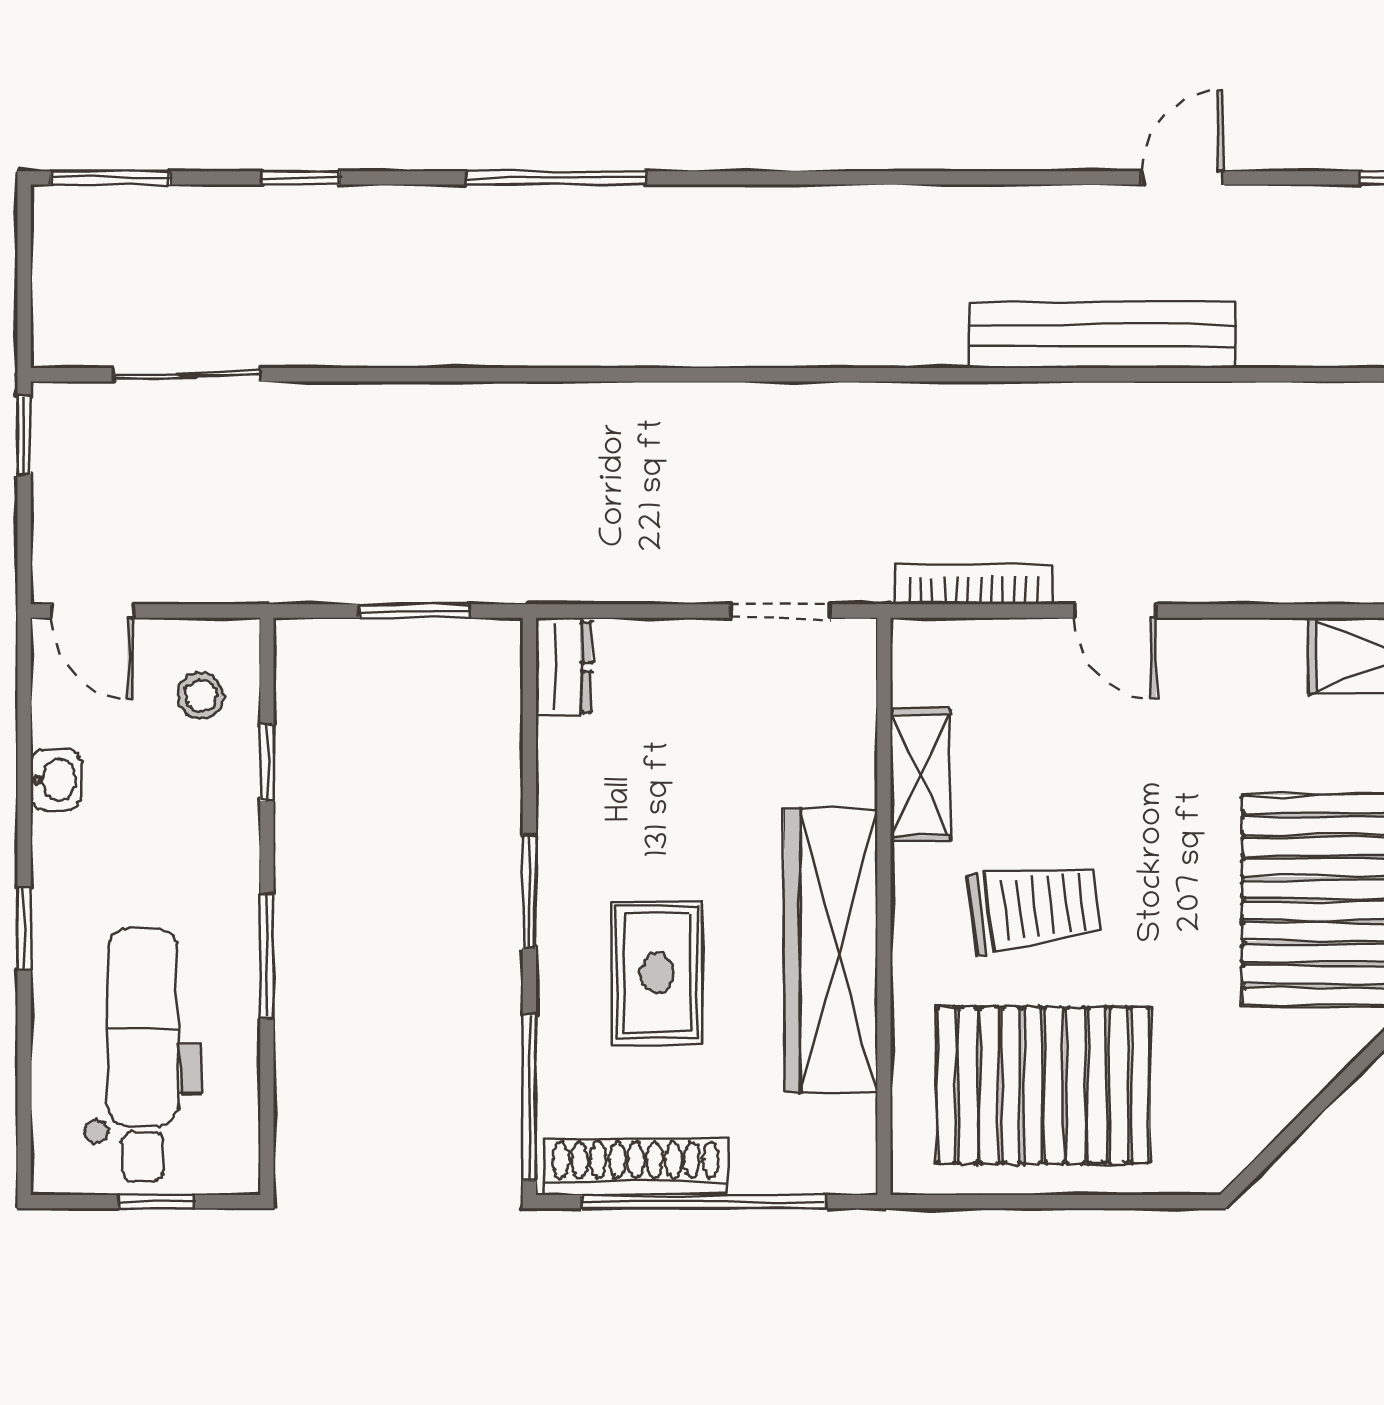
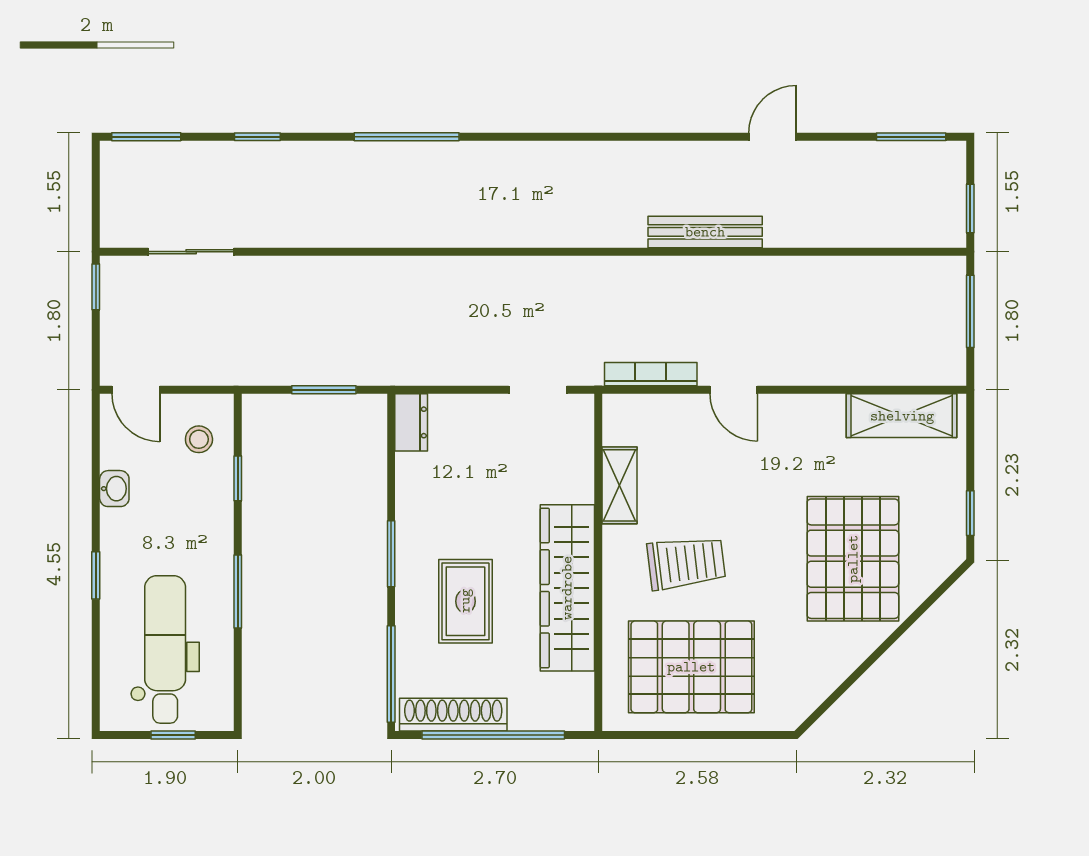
bench: (1103, 335) -> (705, 232), width x0.73, depth x0.82

